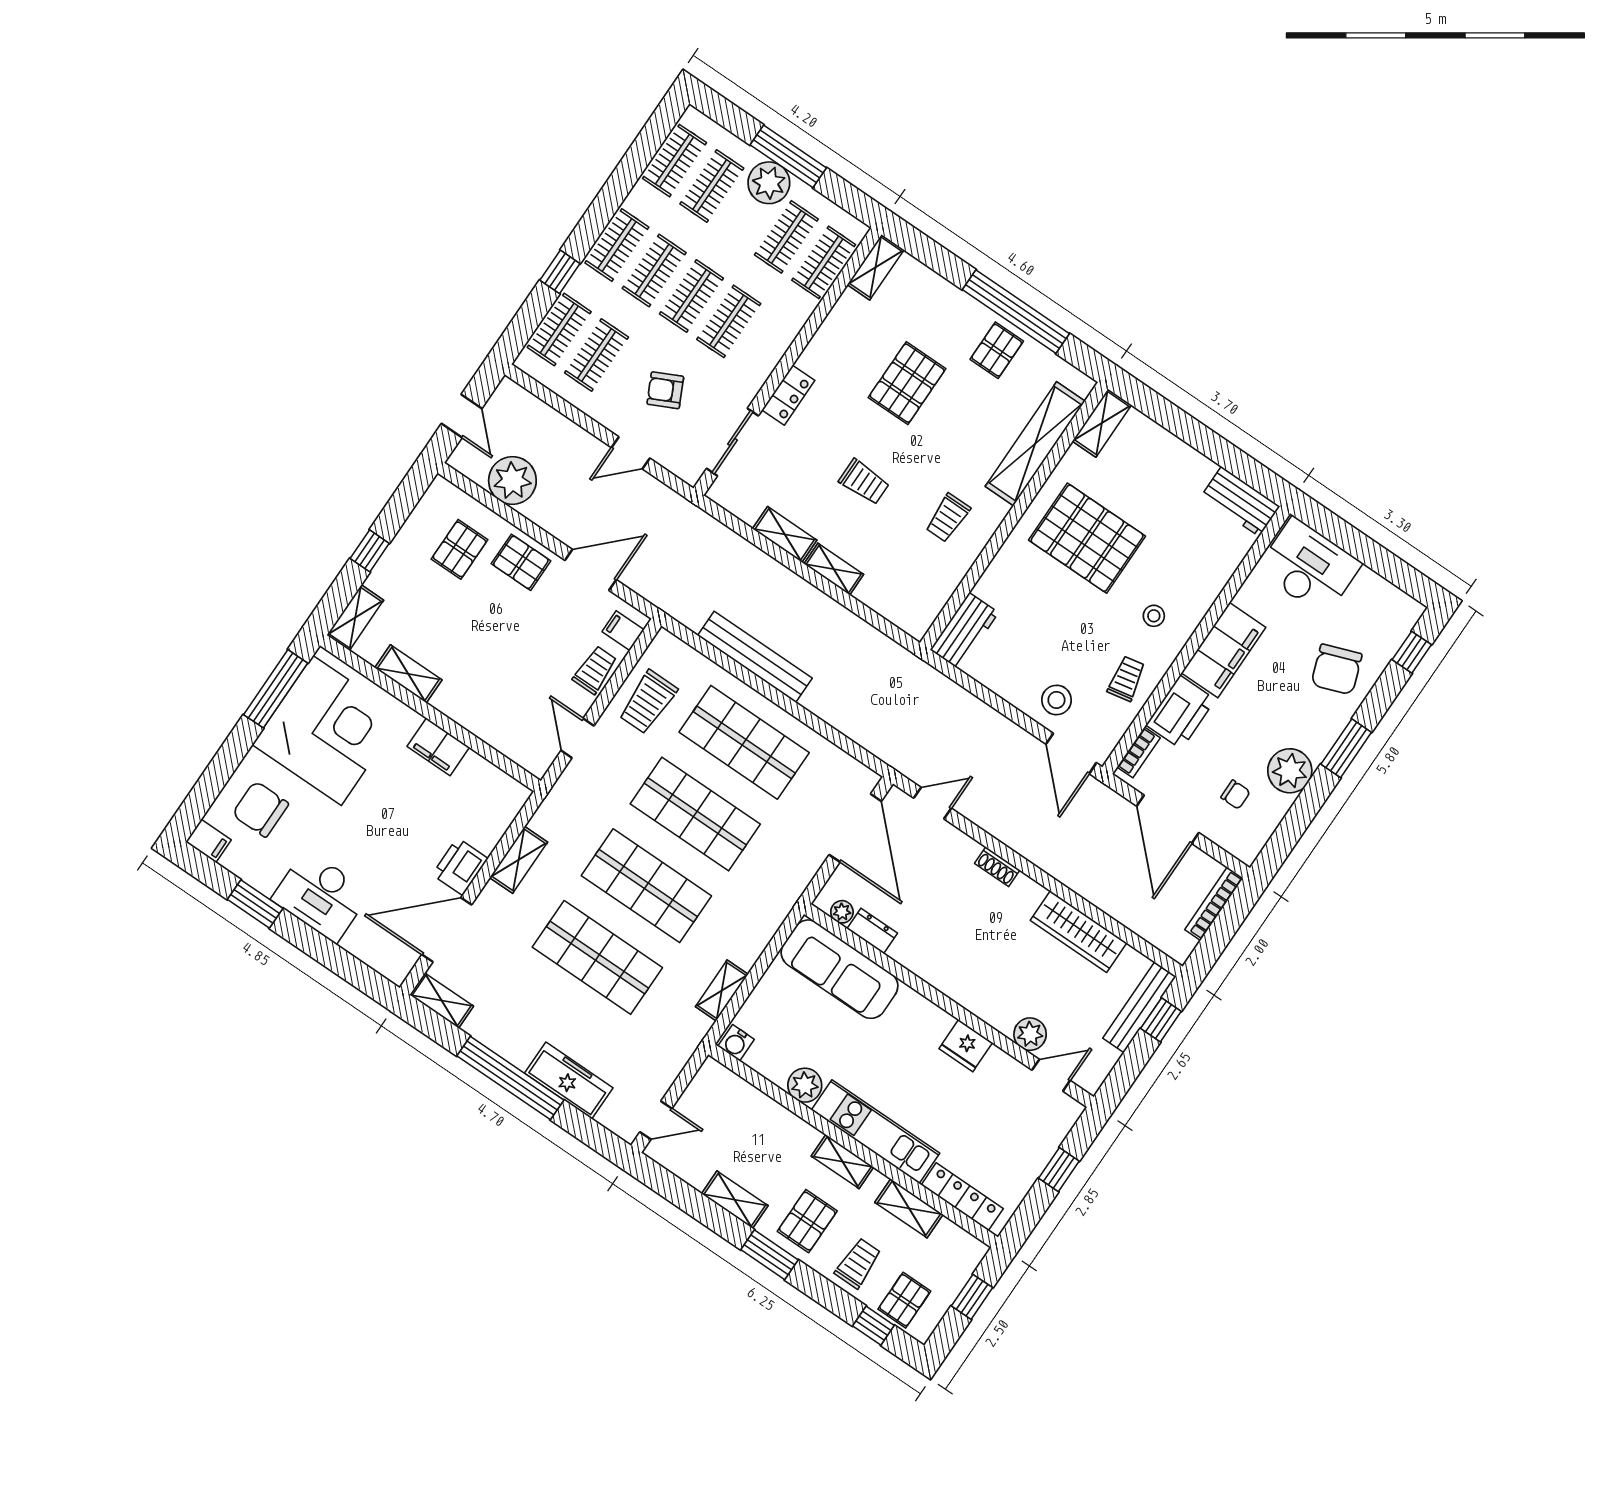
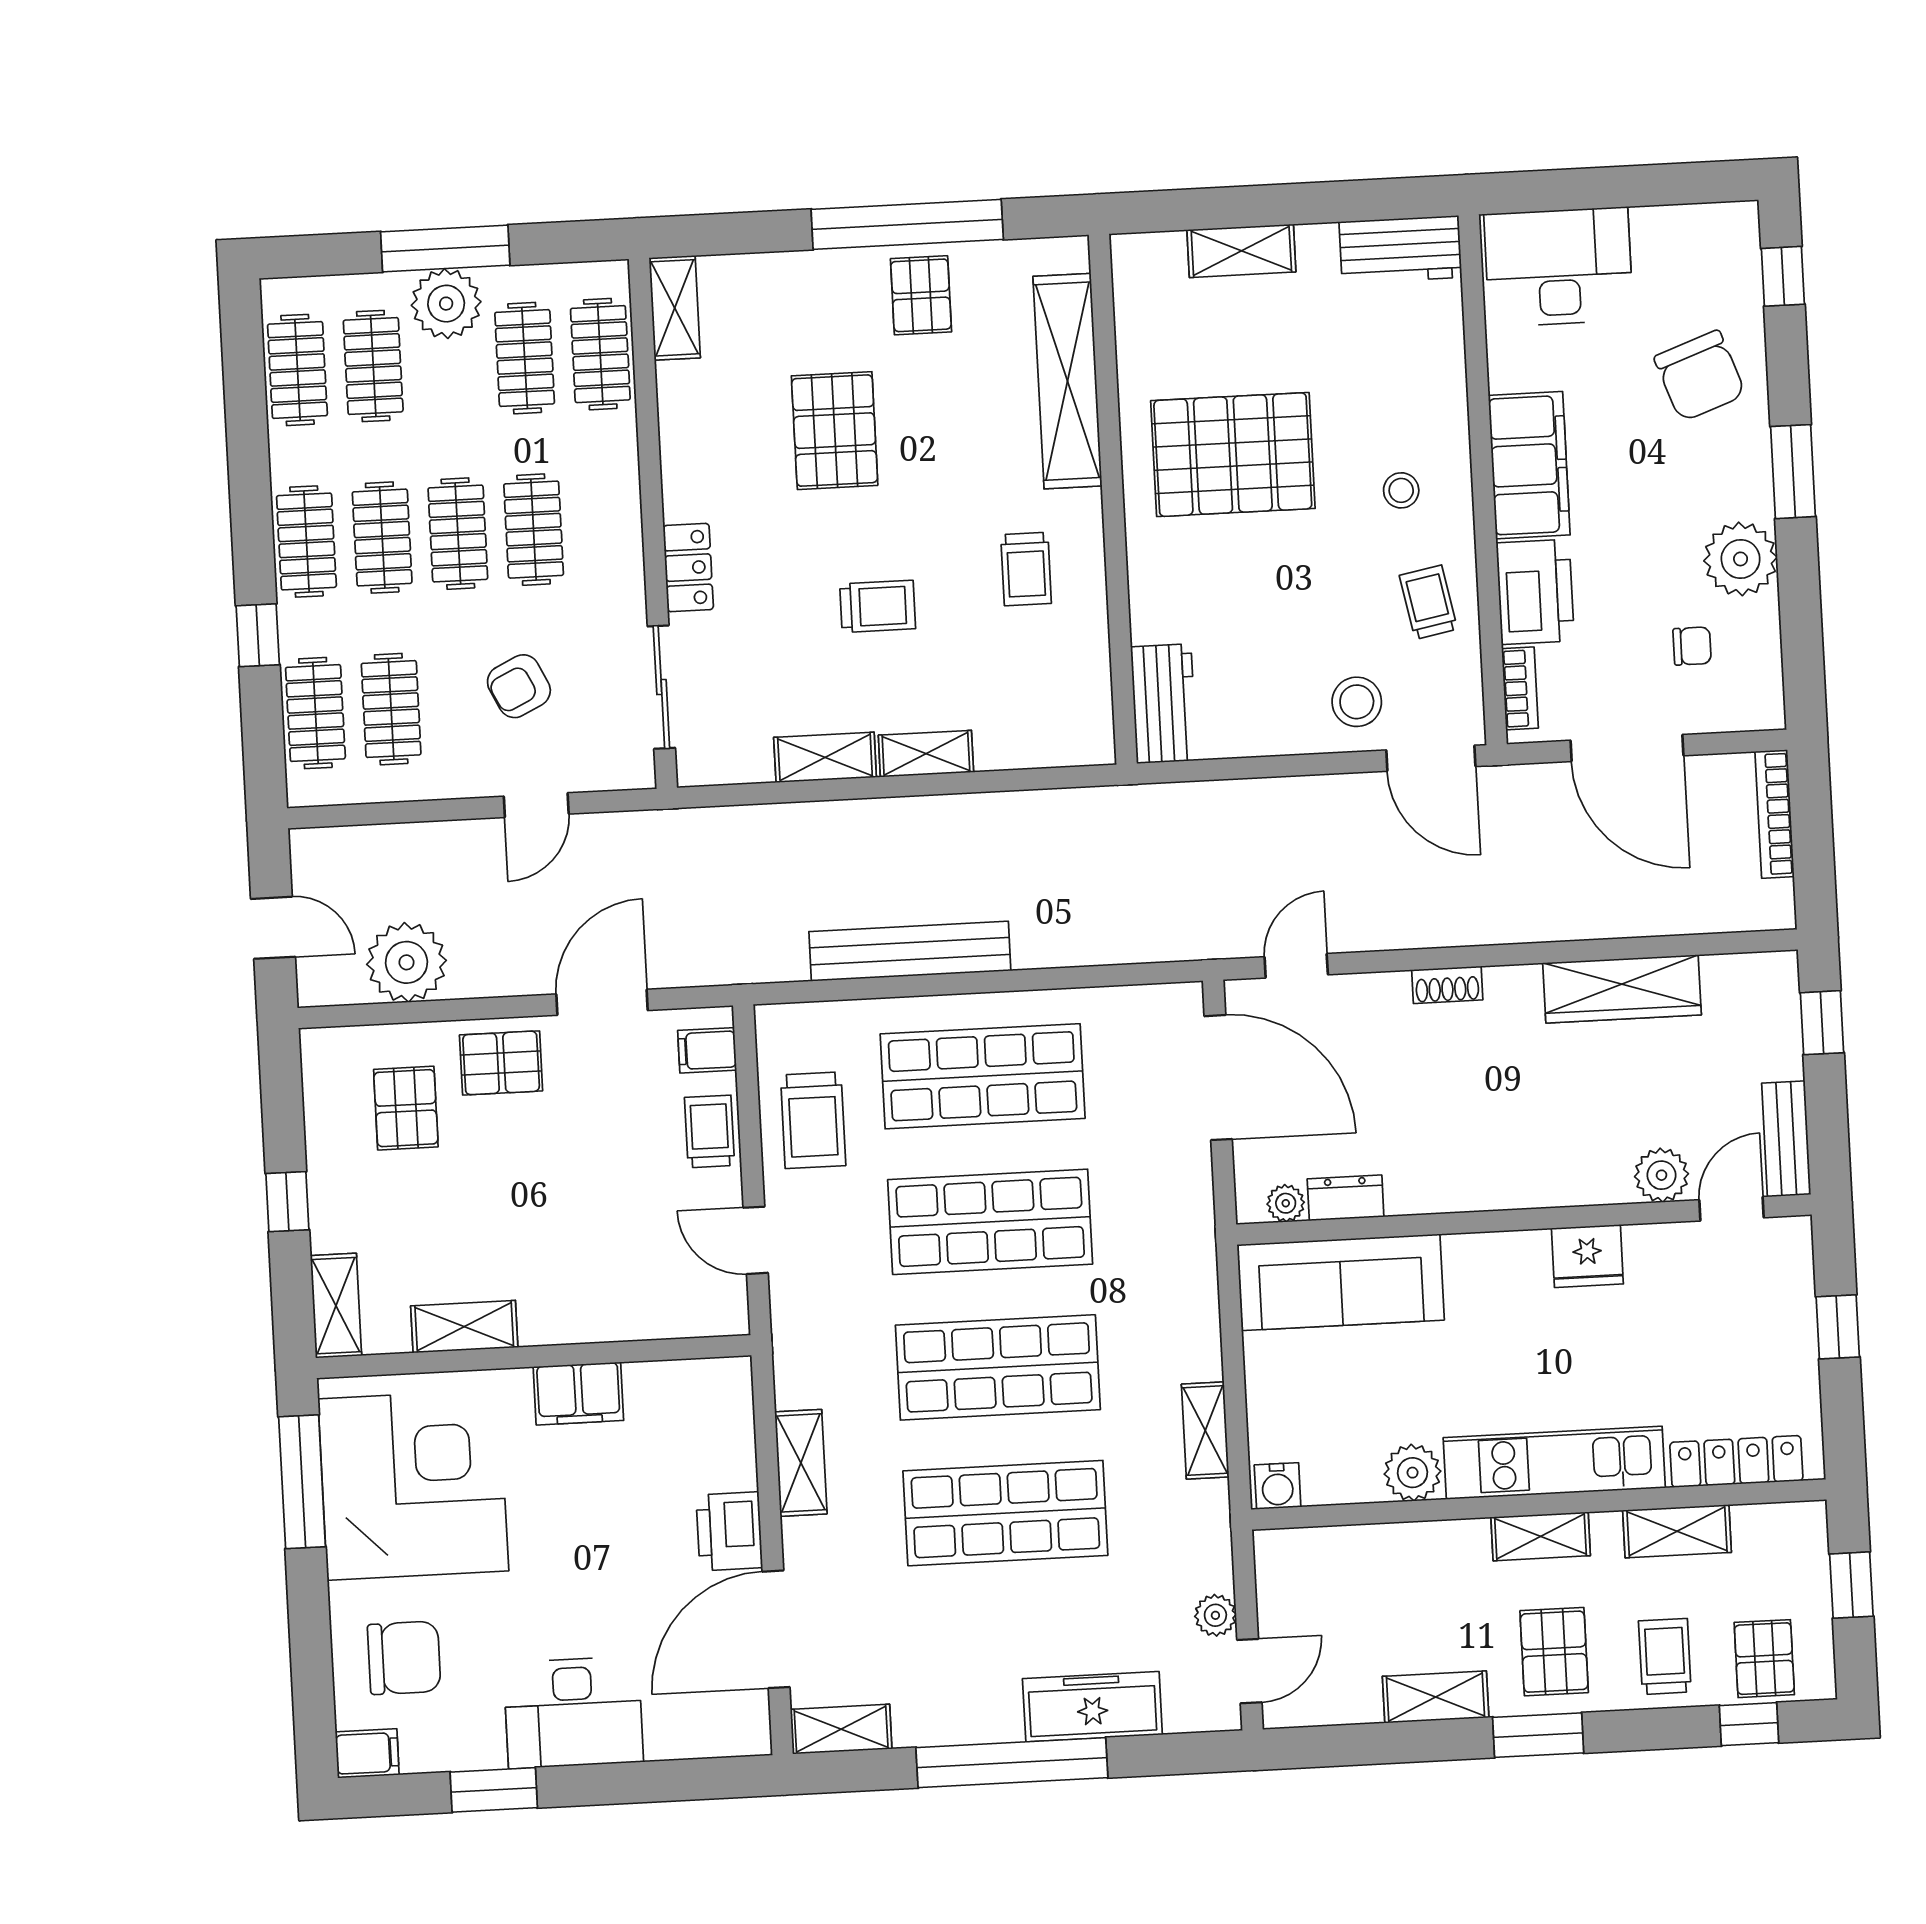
shelving: (1102, 423) -> (1241, 251), moved, turned 90
chair: (260, 809) -> (404, 1658), turned 180
bench: (1139, 1007) -> (1786, 1139), moved, width x0.73
plant: (660, 1082) -> (1215, 1615), added

